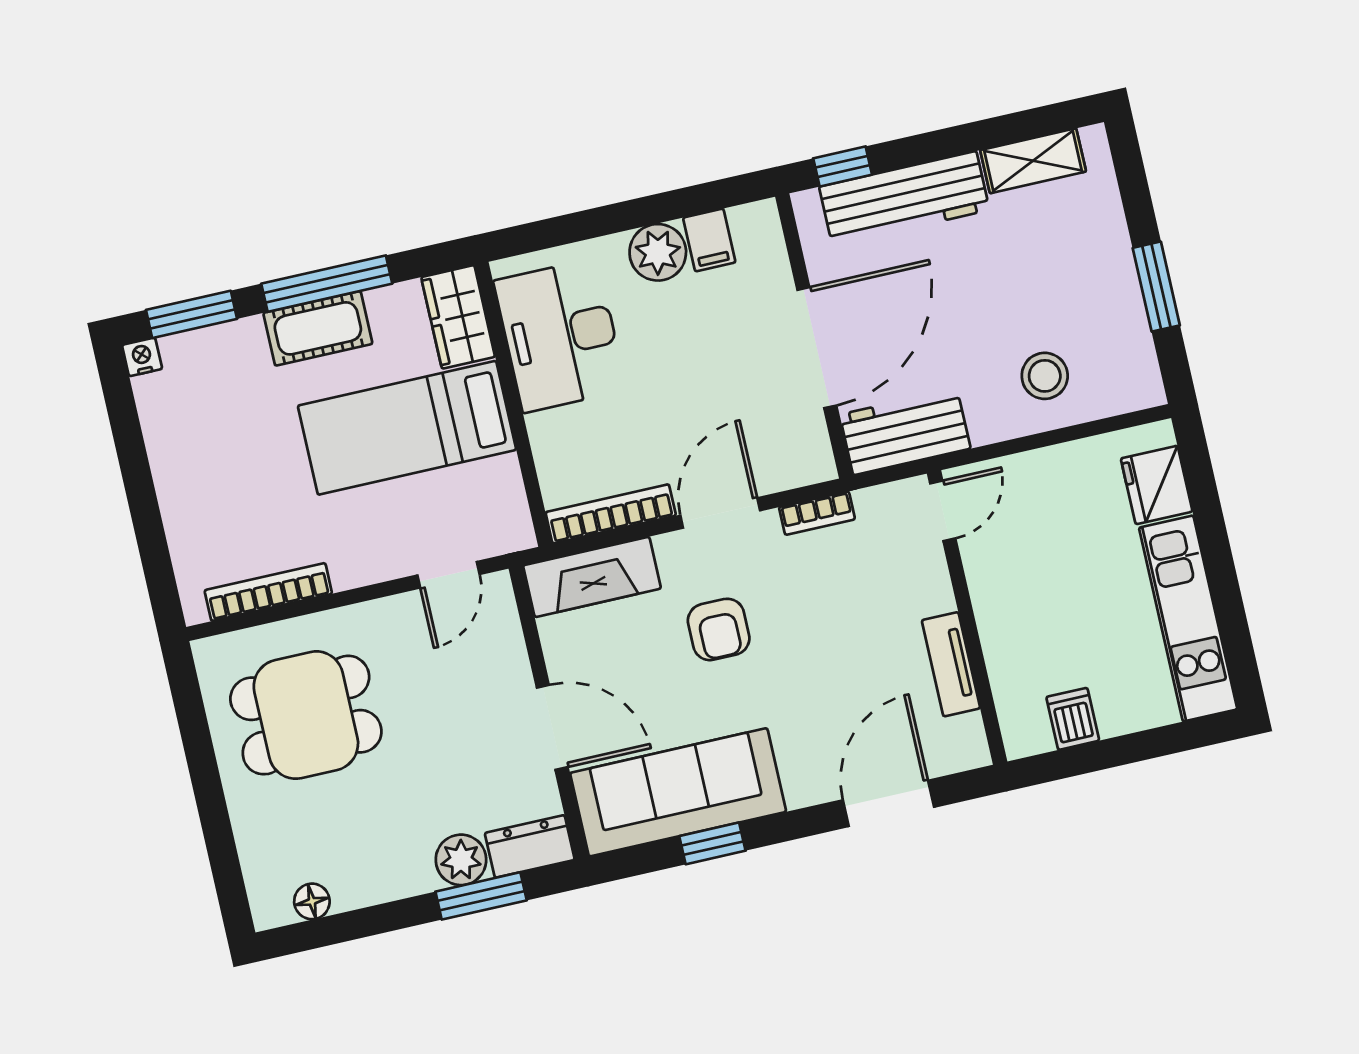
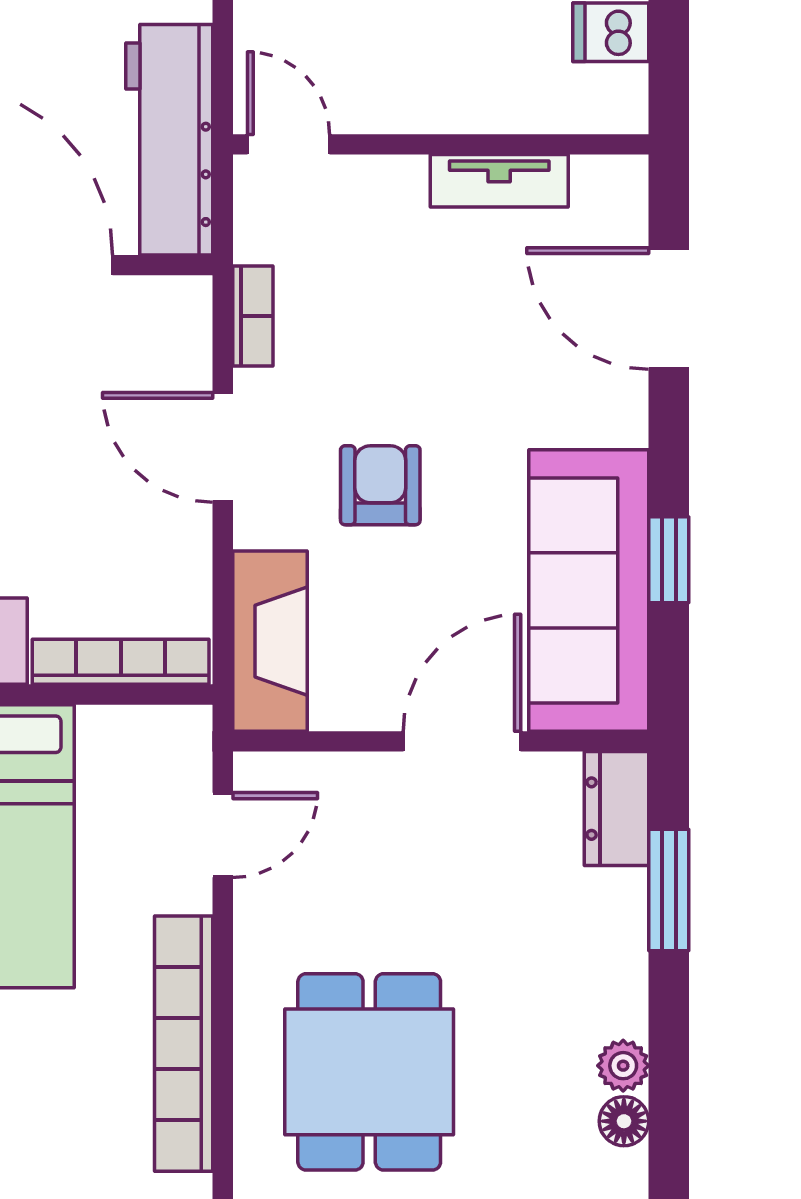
workbench: (905, 432) -> (169, 140), width x1.38
bookcase: (611, 514) -> (121, 662), moved, turned 90
door: (449, 575) -> (223, 835), hinge flipped
bookcase: (268, 592) -> (184, 1044), width x1.48, depth x1.31
armchair: (719, 629) -> (380, 485), turned -90
plant: (461, 860) -> (623, 1066), moved, width x0.73, depth x0.73

